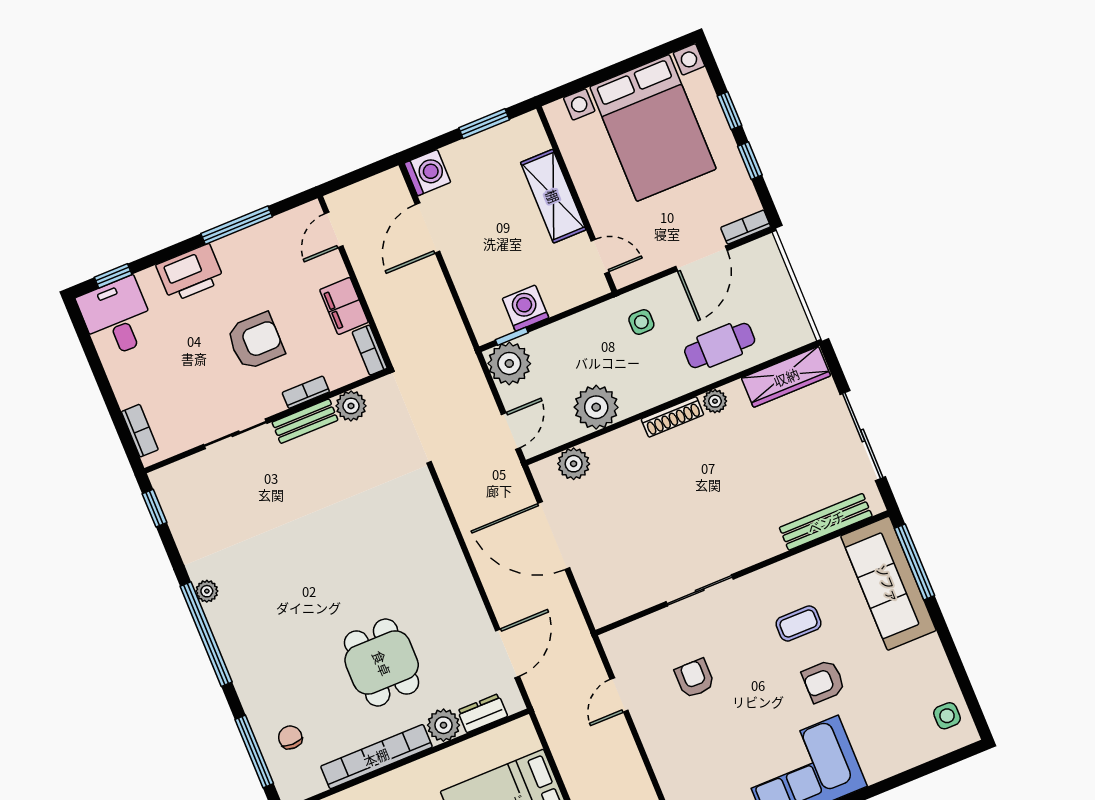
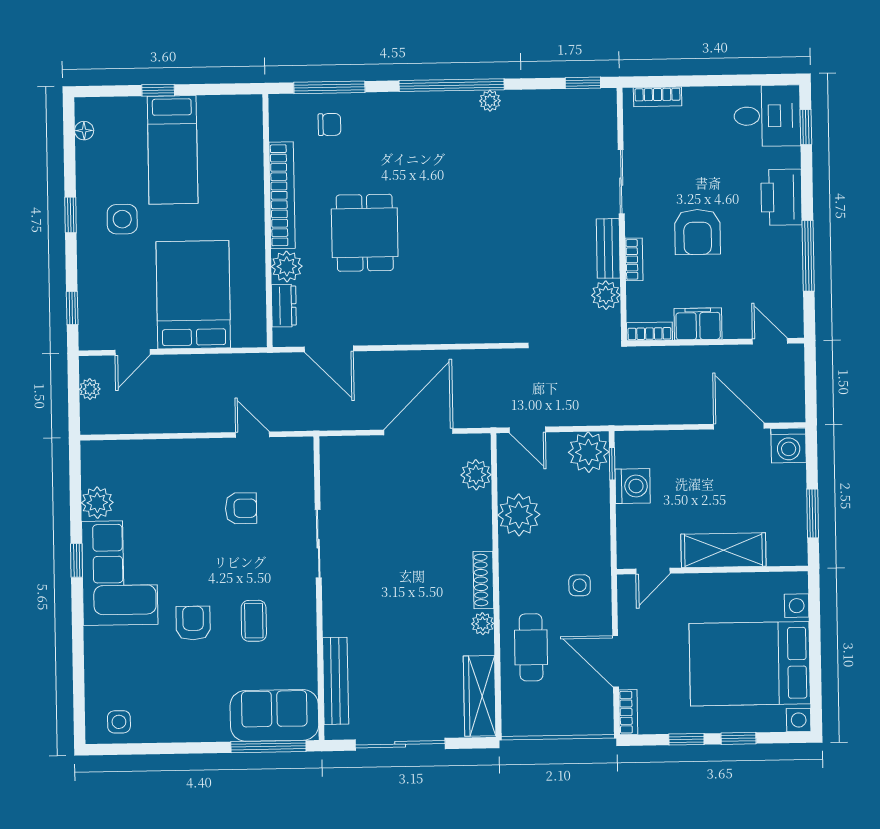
sofa: (888, 583) -> (274, 715), width x0.73
dining table: (382, 663) -> (365, 233), turned 90

